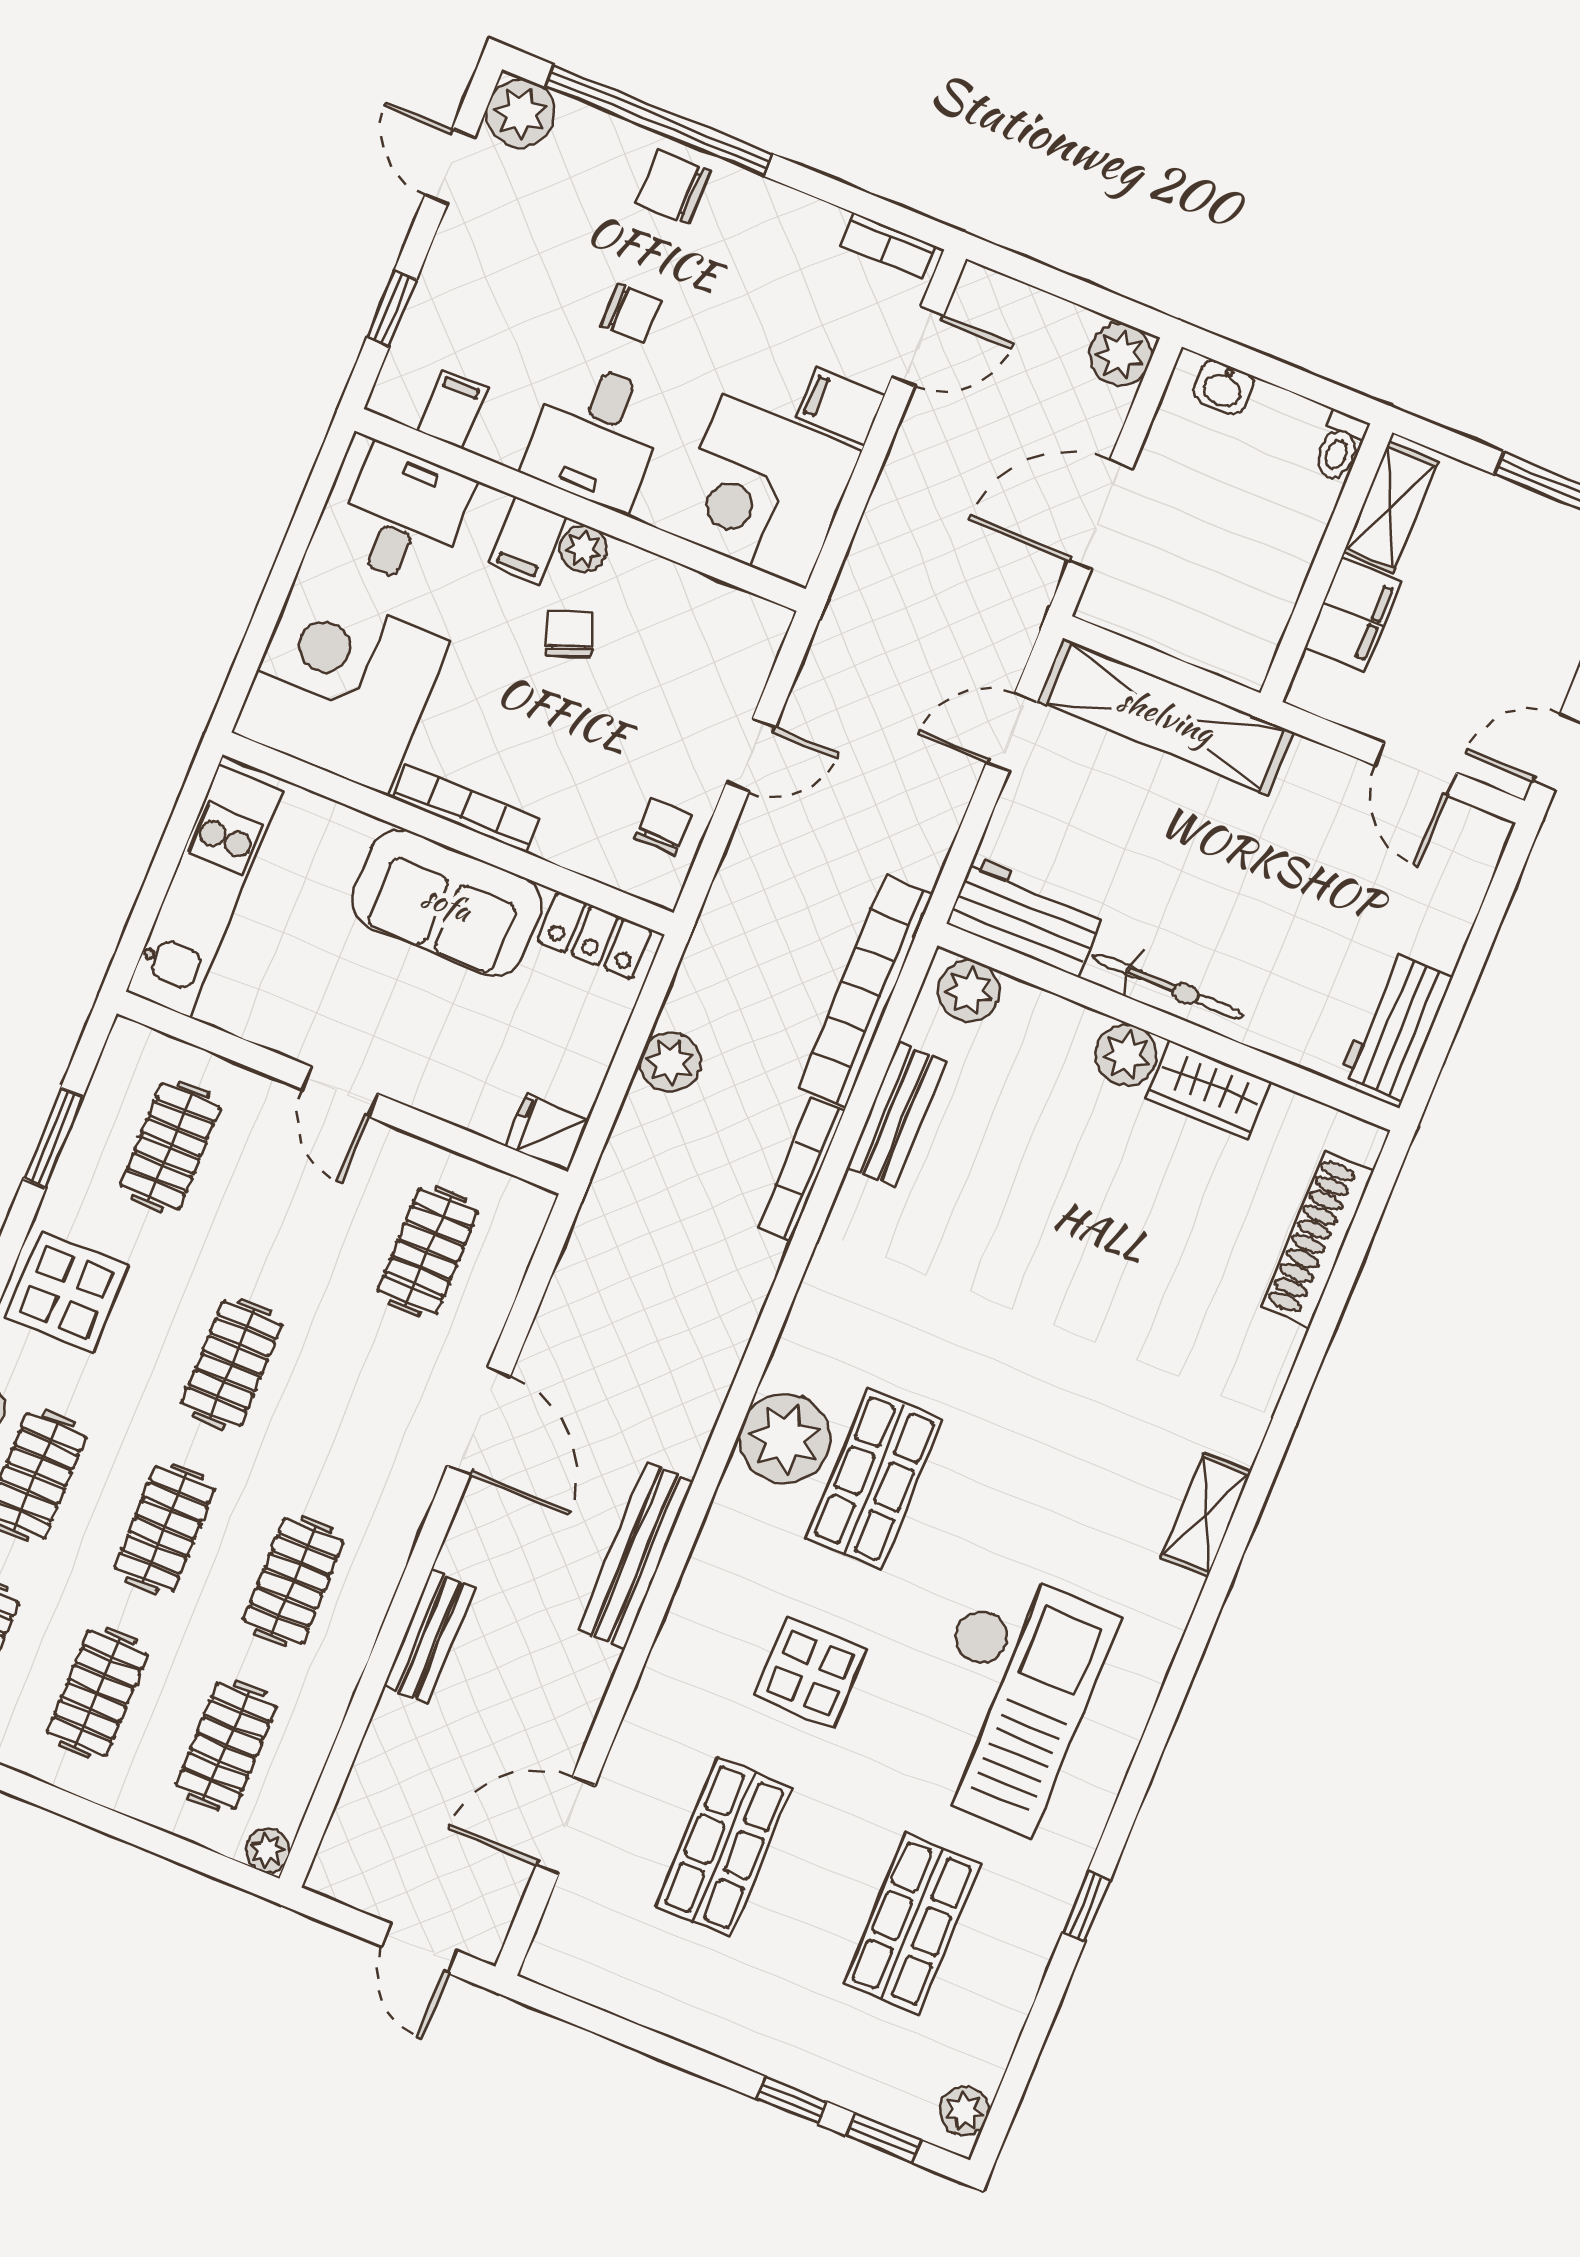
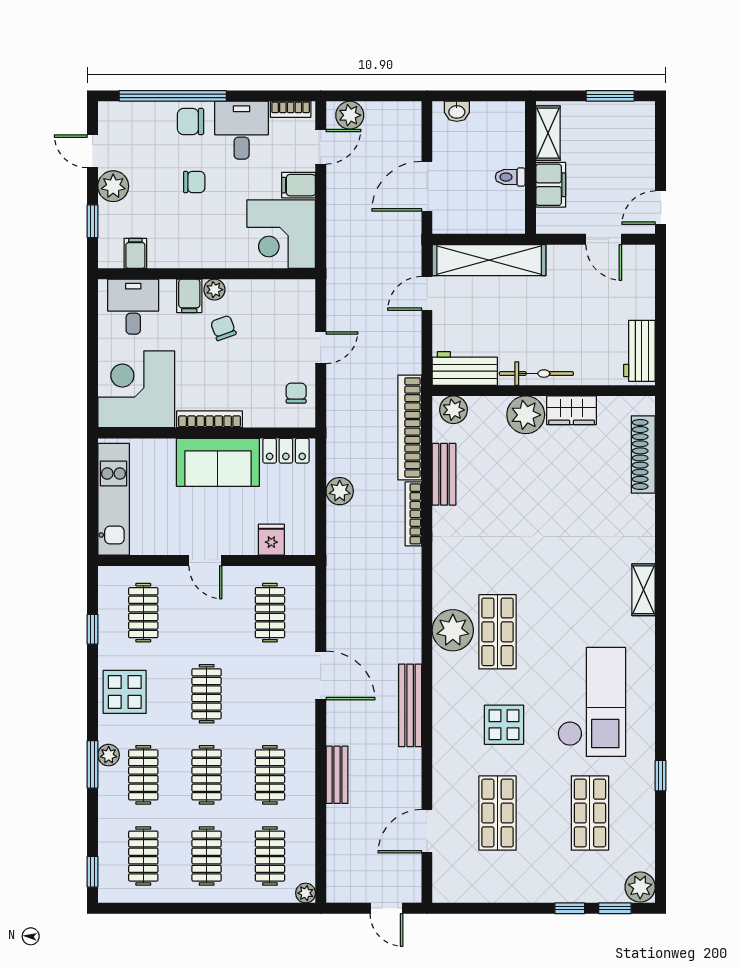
plant: (521, 113) -> (113, 186), moved
plant: (1120, 354) -> (350, 115), moved
desk: (596, 435) -> (242, 130), moved, turned 180
toilet: (1340, 446) -> (510, 177), moved, turned 90
plant: (1126, 1055) -> (526, 415), width x1.36, depth x1.36
fridge: (547, 1133) -> (271, 540), moved, turned 90
window: (53, 1138) -> (92, 629), width x0.67
plant: (964, 2111) -> (640, 887), width x1.38, depth x1.38

